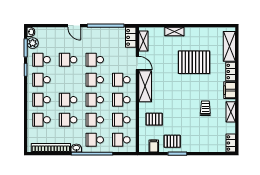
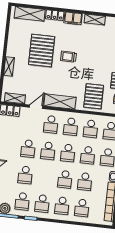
trolley: (205, 108) -> (68, 57), moved
pallet: (154, 119) -> (94, 96), width x1.50, depth x1.42

